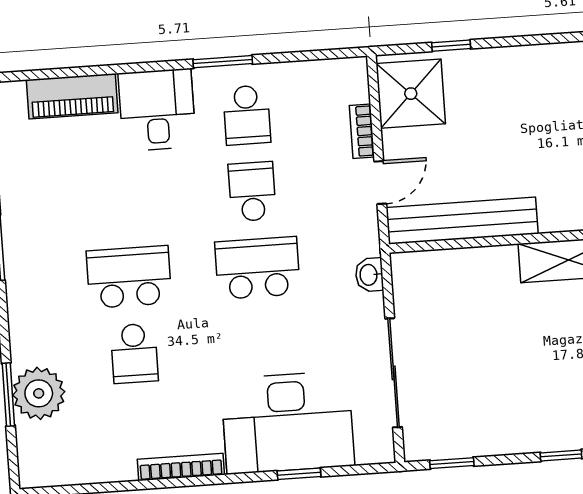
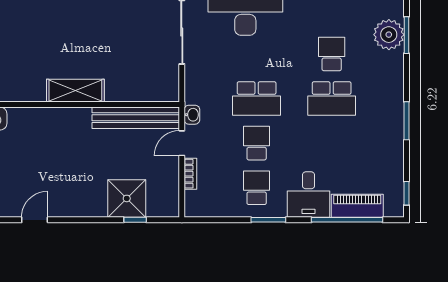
window: (88, 71) -> (347, 220), added
shower: (411, 94) -> (127, 198), moved
school desk: (252, 192) -> (257, 143), turned 180
washbasin: (369, 275) -> (192, 115), moved

